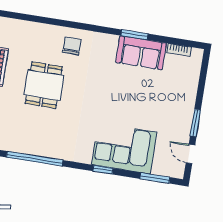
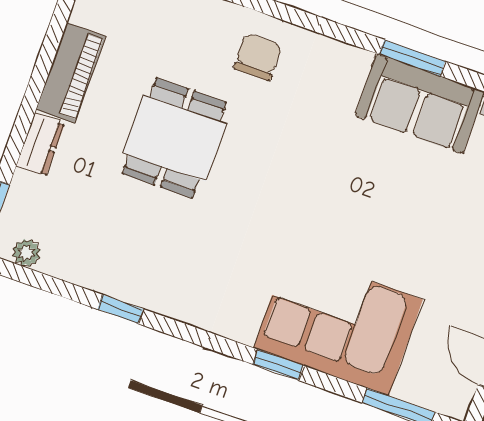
window: (35, 159) -> (120, 309), width x0.32

